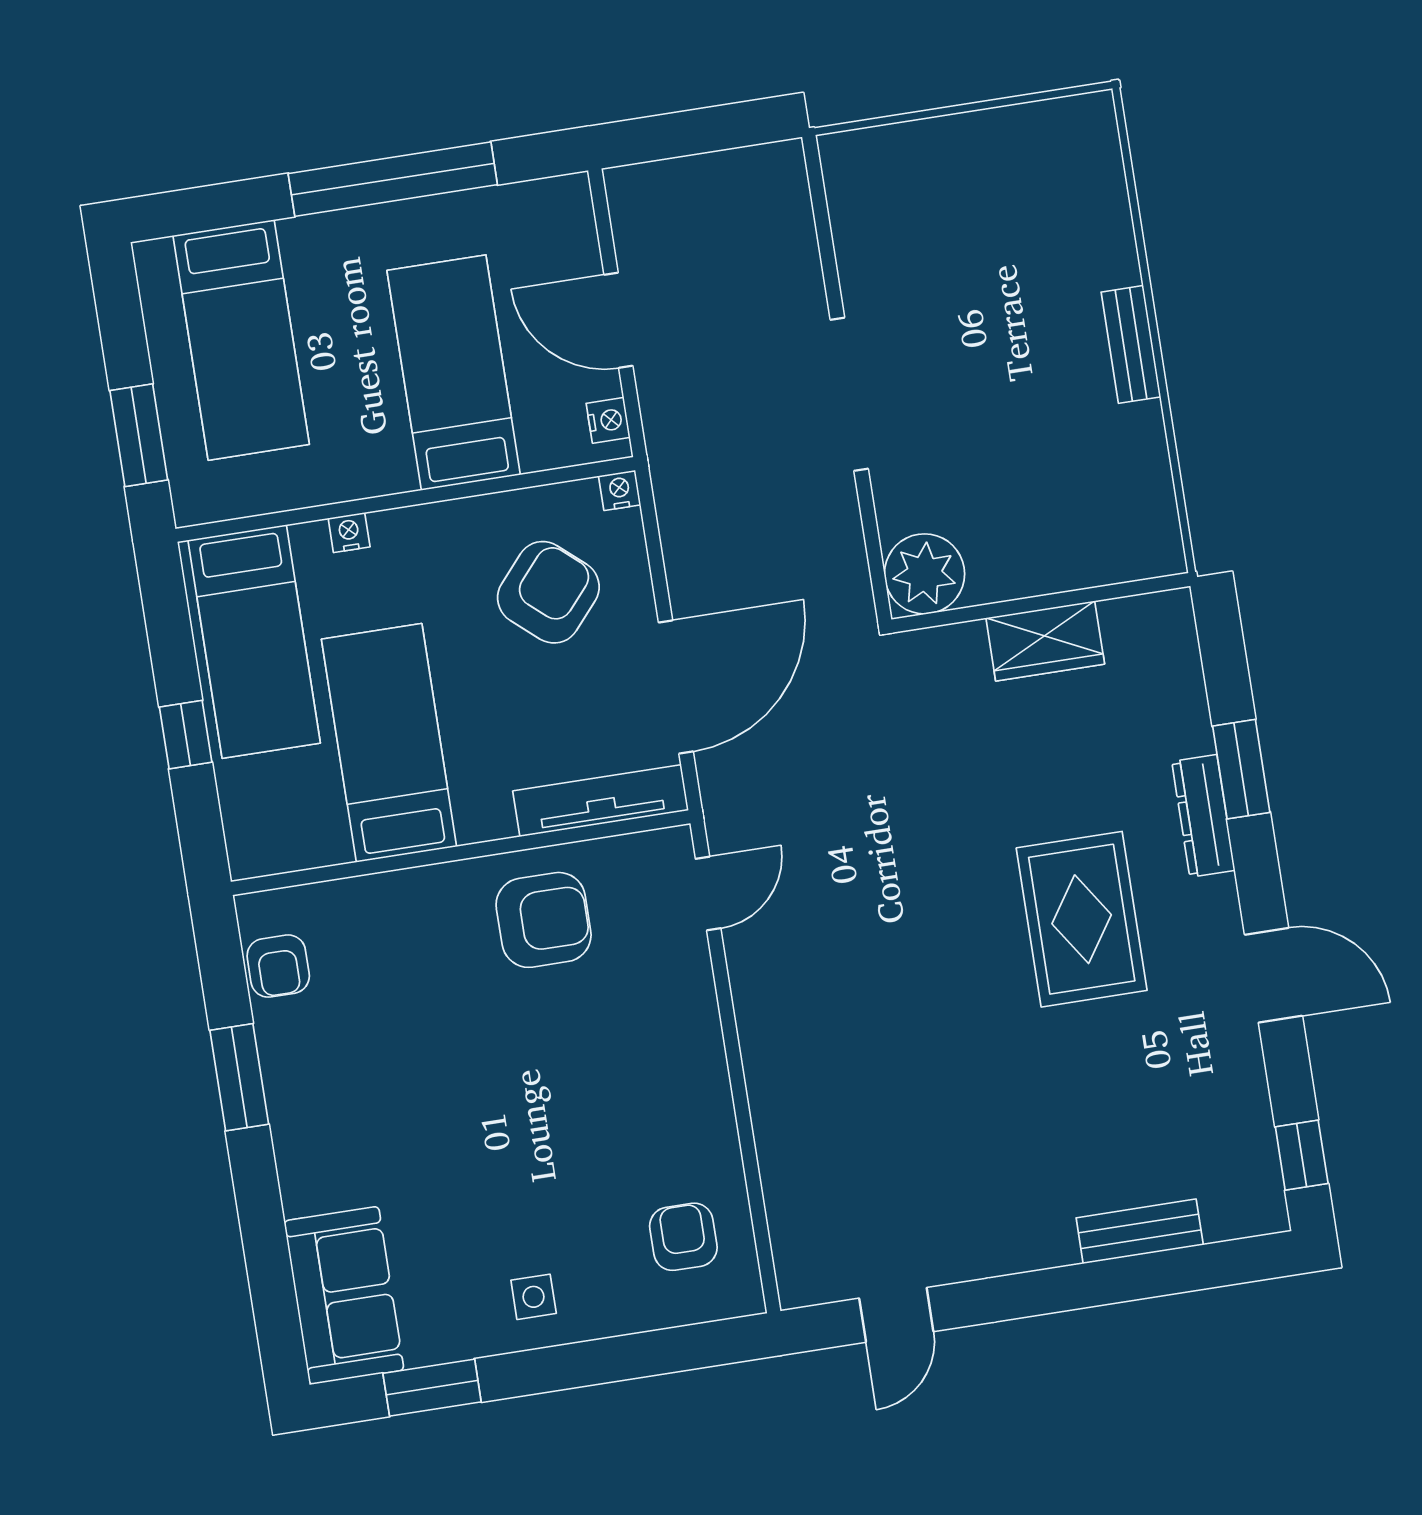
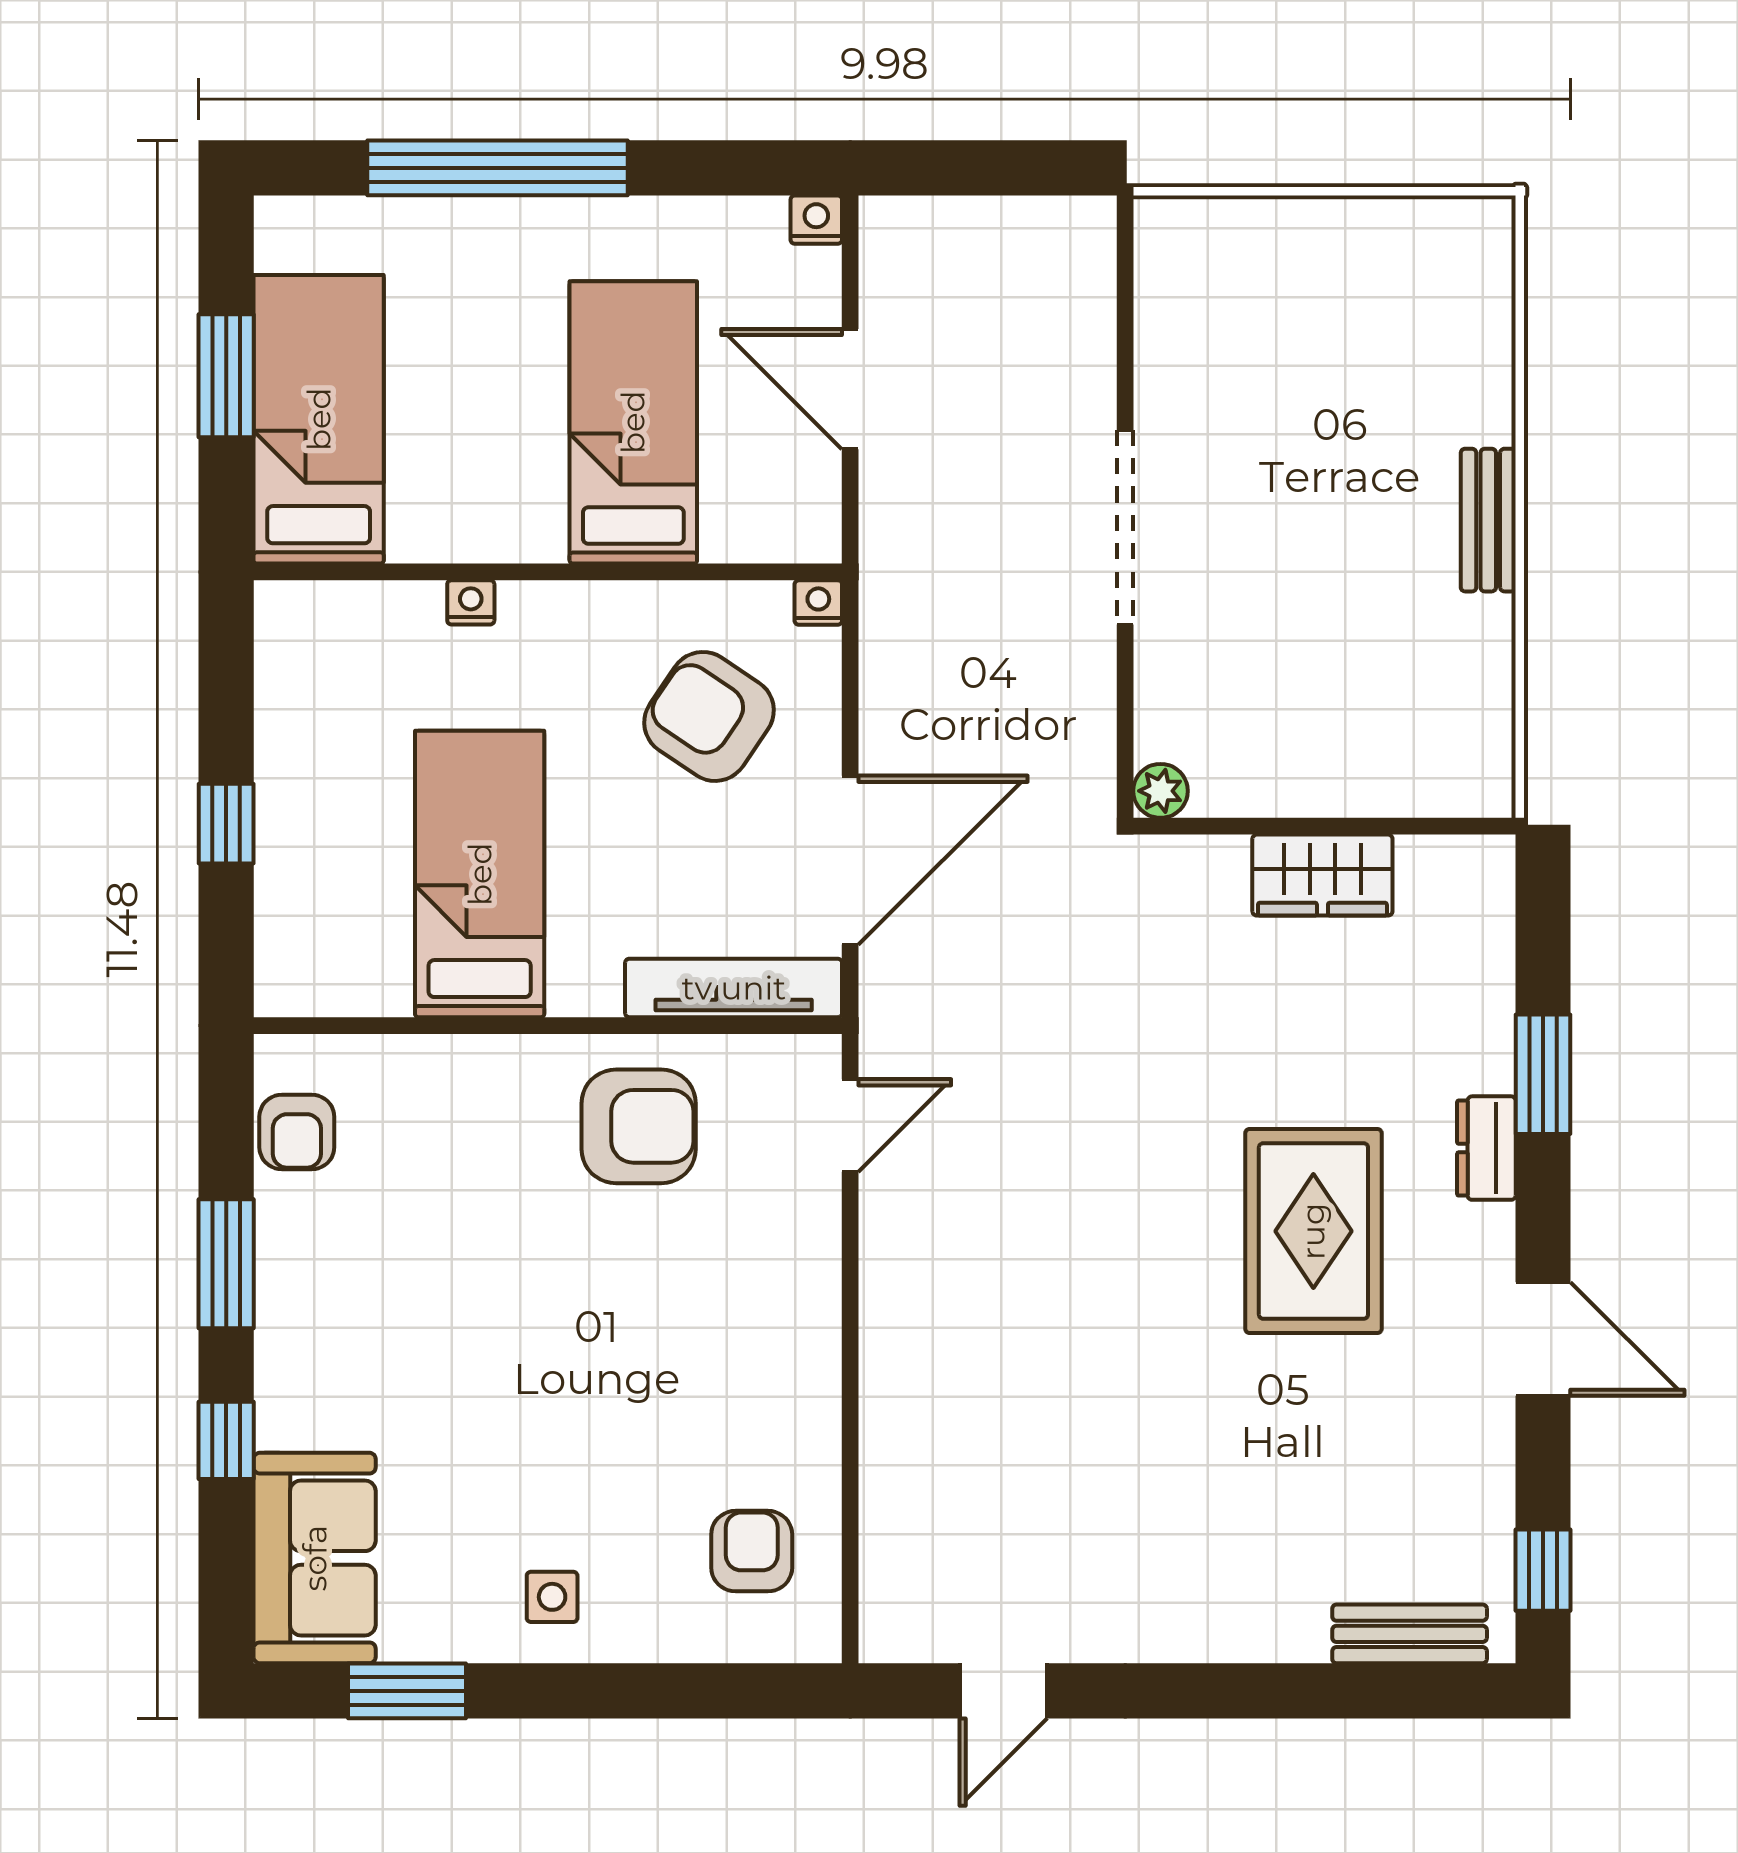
window: (393, 179) -> (497, 168), moved
bed: (241, 340) -> (319, 419), moved, turned 180
nightstand: (608, 420) -> (816, 220), moved, turned -90
window: (139, 435) -> (226, 376), moved
plant: (924, 574) -> (1160, 791), width x0.53, depth x0.53
armchair: (548, 592) -> (709, 716), turned -97
bed: (254, 642) -> (331, 720), removed
dresser: (1203, 816) -> (1486, 1148), width x0.70
window: (261, 1215) -> (226, 1440), added
bench: (1140, 1231) -> (1410, 1634), moved

